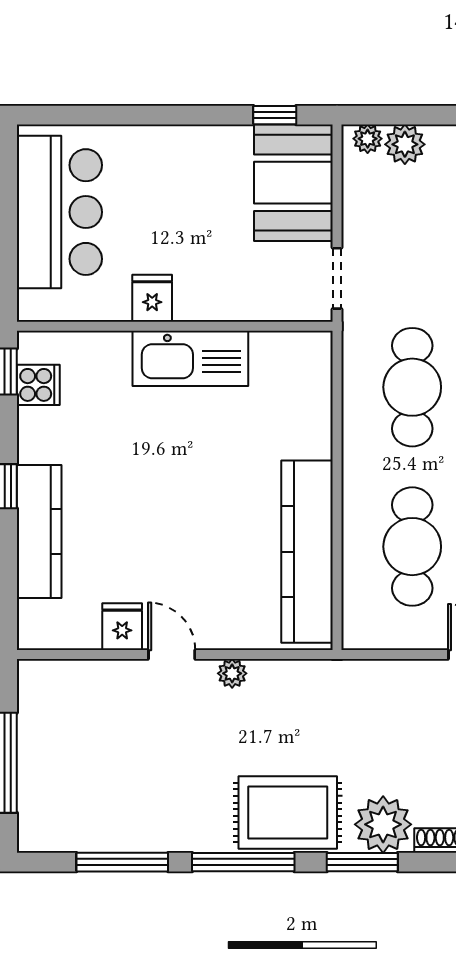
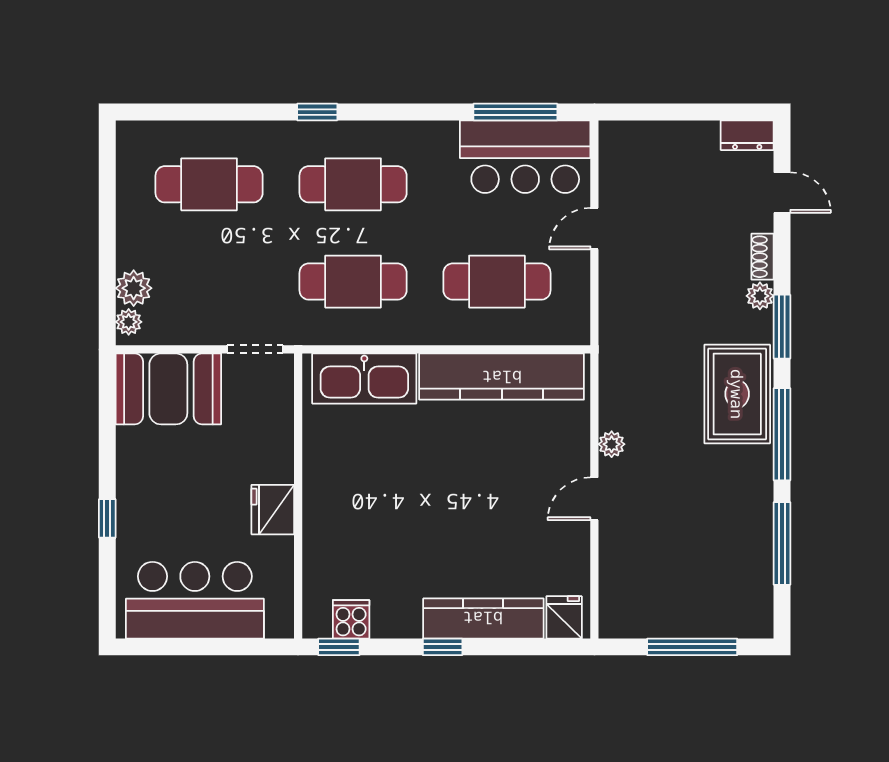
window: (275, 115) -> (107, 518), moved
fridge: (152, 298) -> (273, 510), width x1.38
kitchen sink: (190, 358) -> (364, 379), moved, turned 90
fridge: (122, 627) -> (564, 617), moved, turned 90
plant: (383, 824) -> (760, 296), width x0.53, depth x0.53

